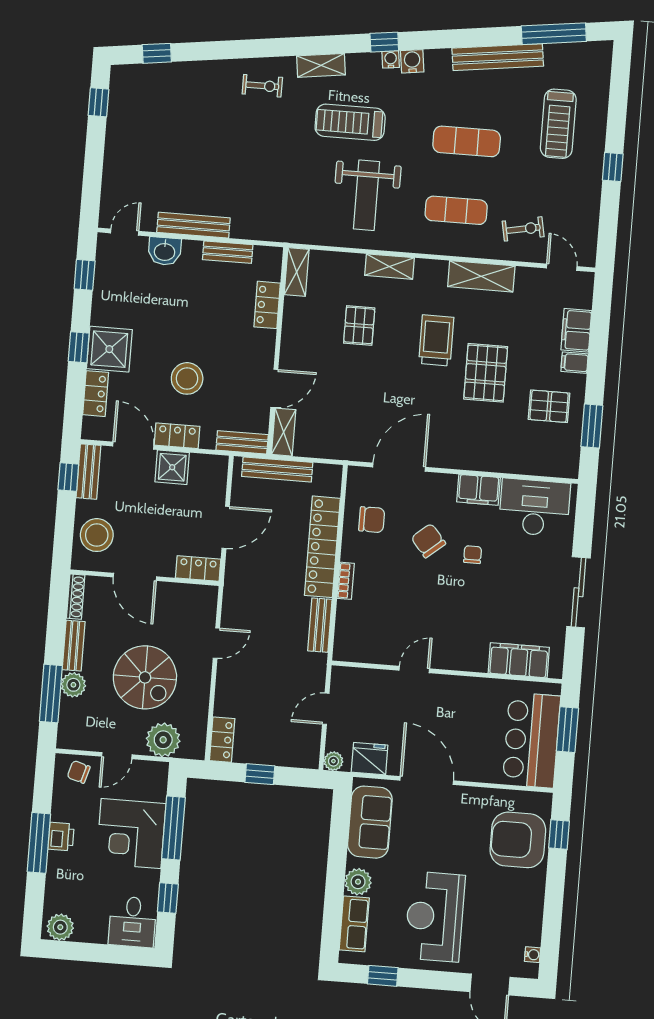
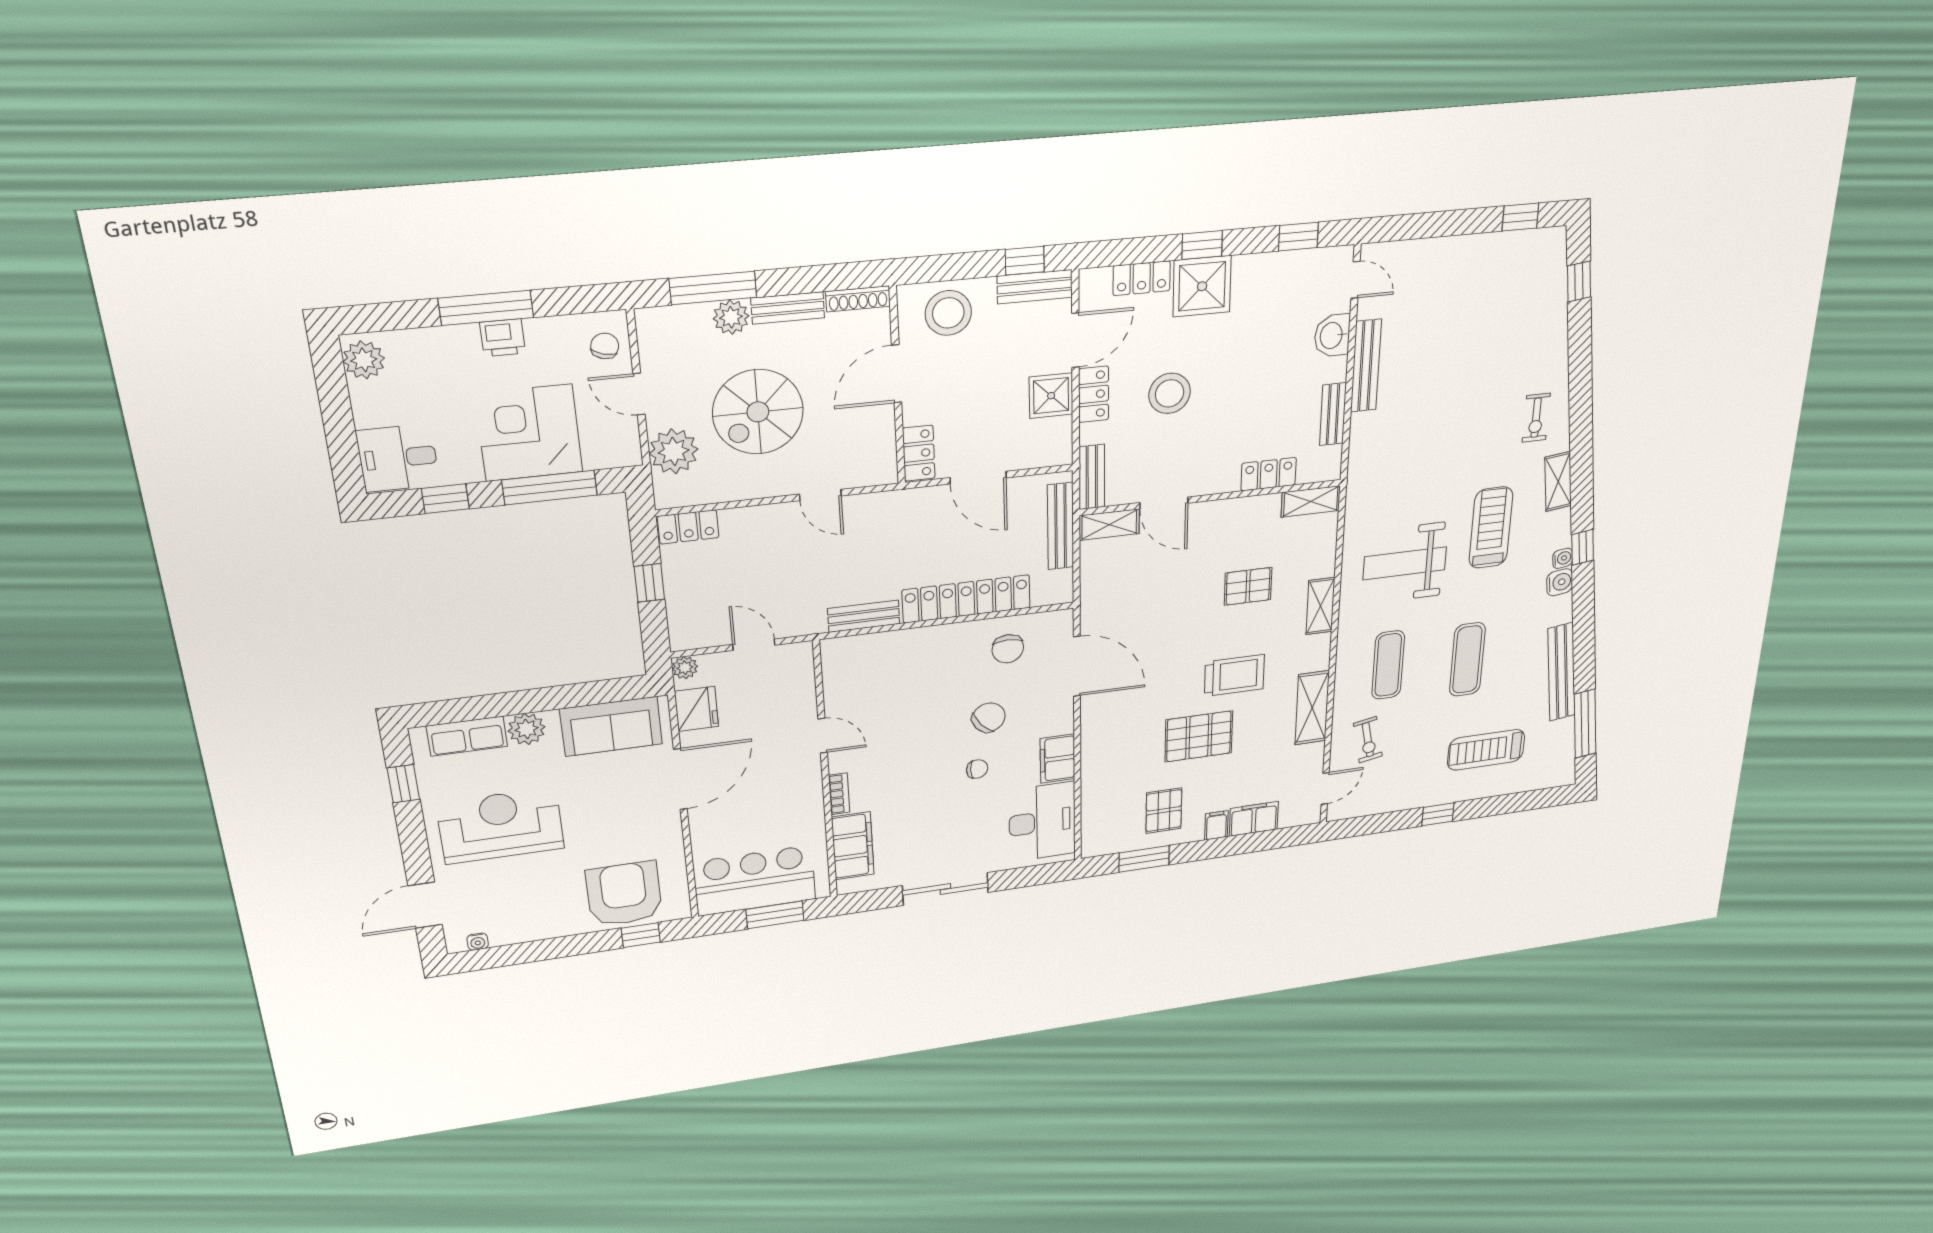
bookcase: (346, 581) -> (839, 794), moved, turned -90

